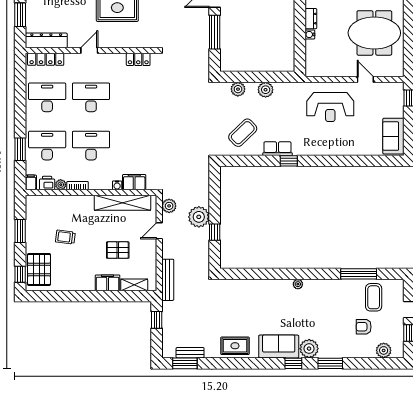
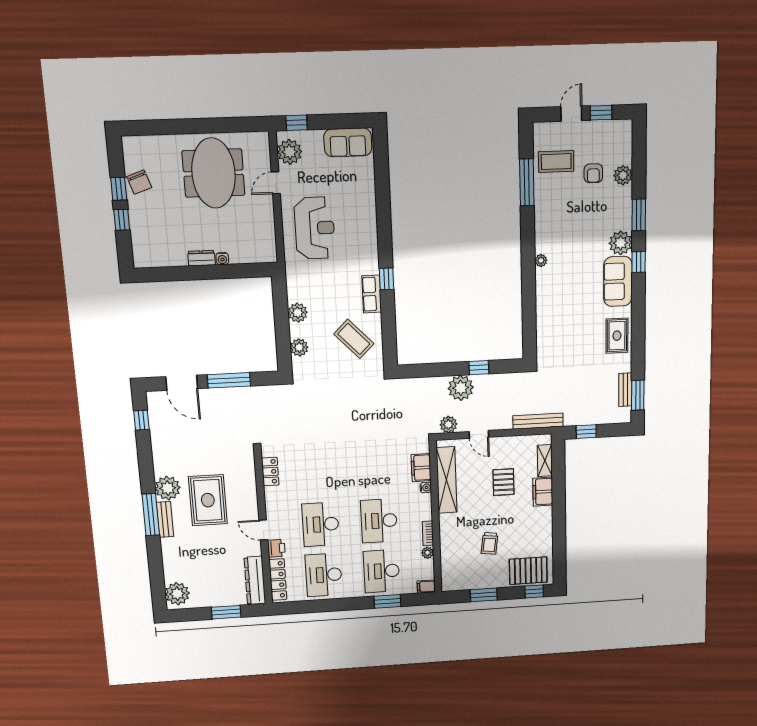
plant: (388, 91) -> (290, 152), added
printer: (47, 183) -> (276, 548), moved, turned 180
plant: (384, 350) -> (623, 175), moved

